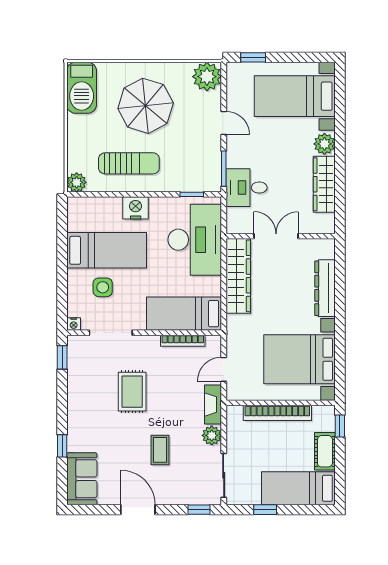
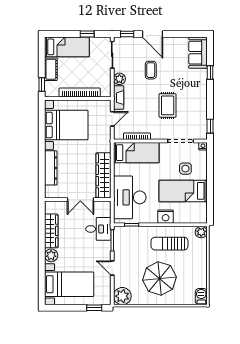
barbecue: (82, 88) -> (201, 297), width x0.53, depth x0.65
door: (138, 510) -> (152, 34), moved

